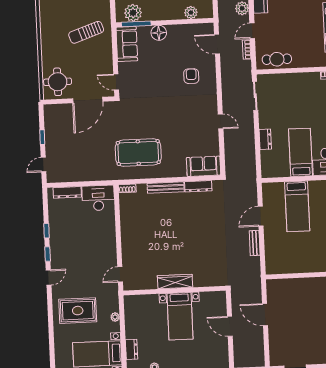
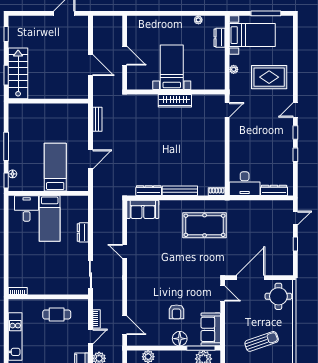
sun lounger: (86, 32) -> (262, 341), moved
cafe table: (277, 59) -> (57, 315), moved
armchair: (191, 76) -> (176, 312), moved
bench: (255, 243) -> (97, 119), moved

